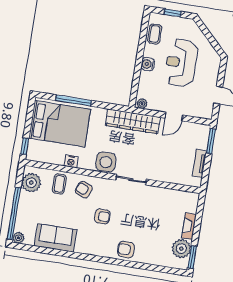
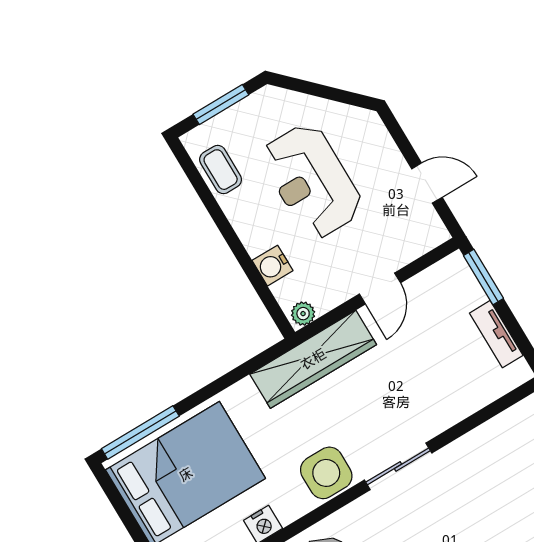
window: (173, 13) -> (221, 104), width x1.50
water cooler: (148, 64) -> (273, 266), moved
window: (74, 100) -> (140, 432), moved

